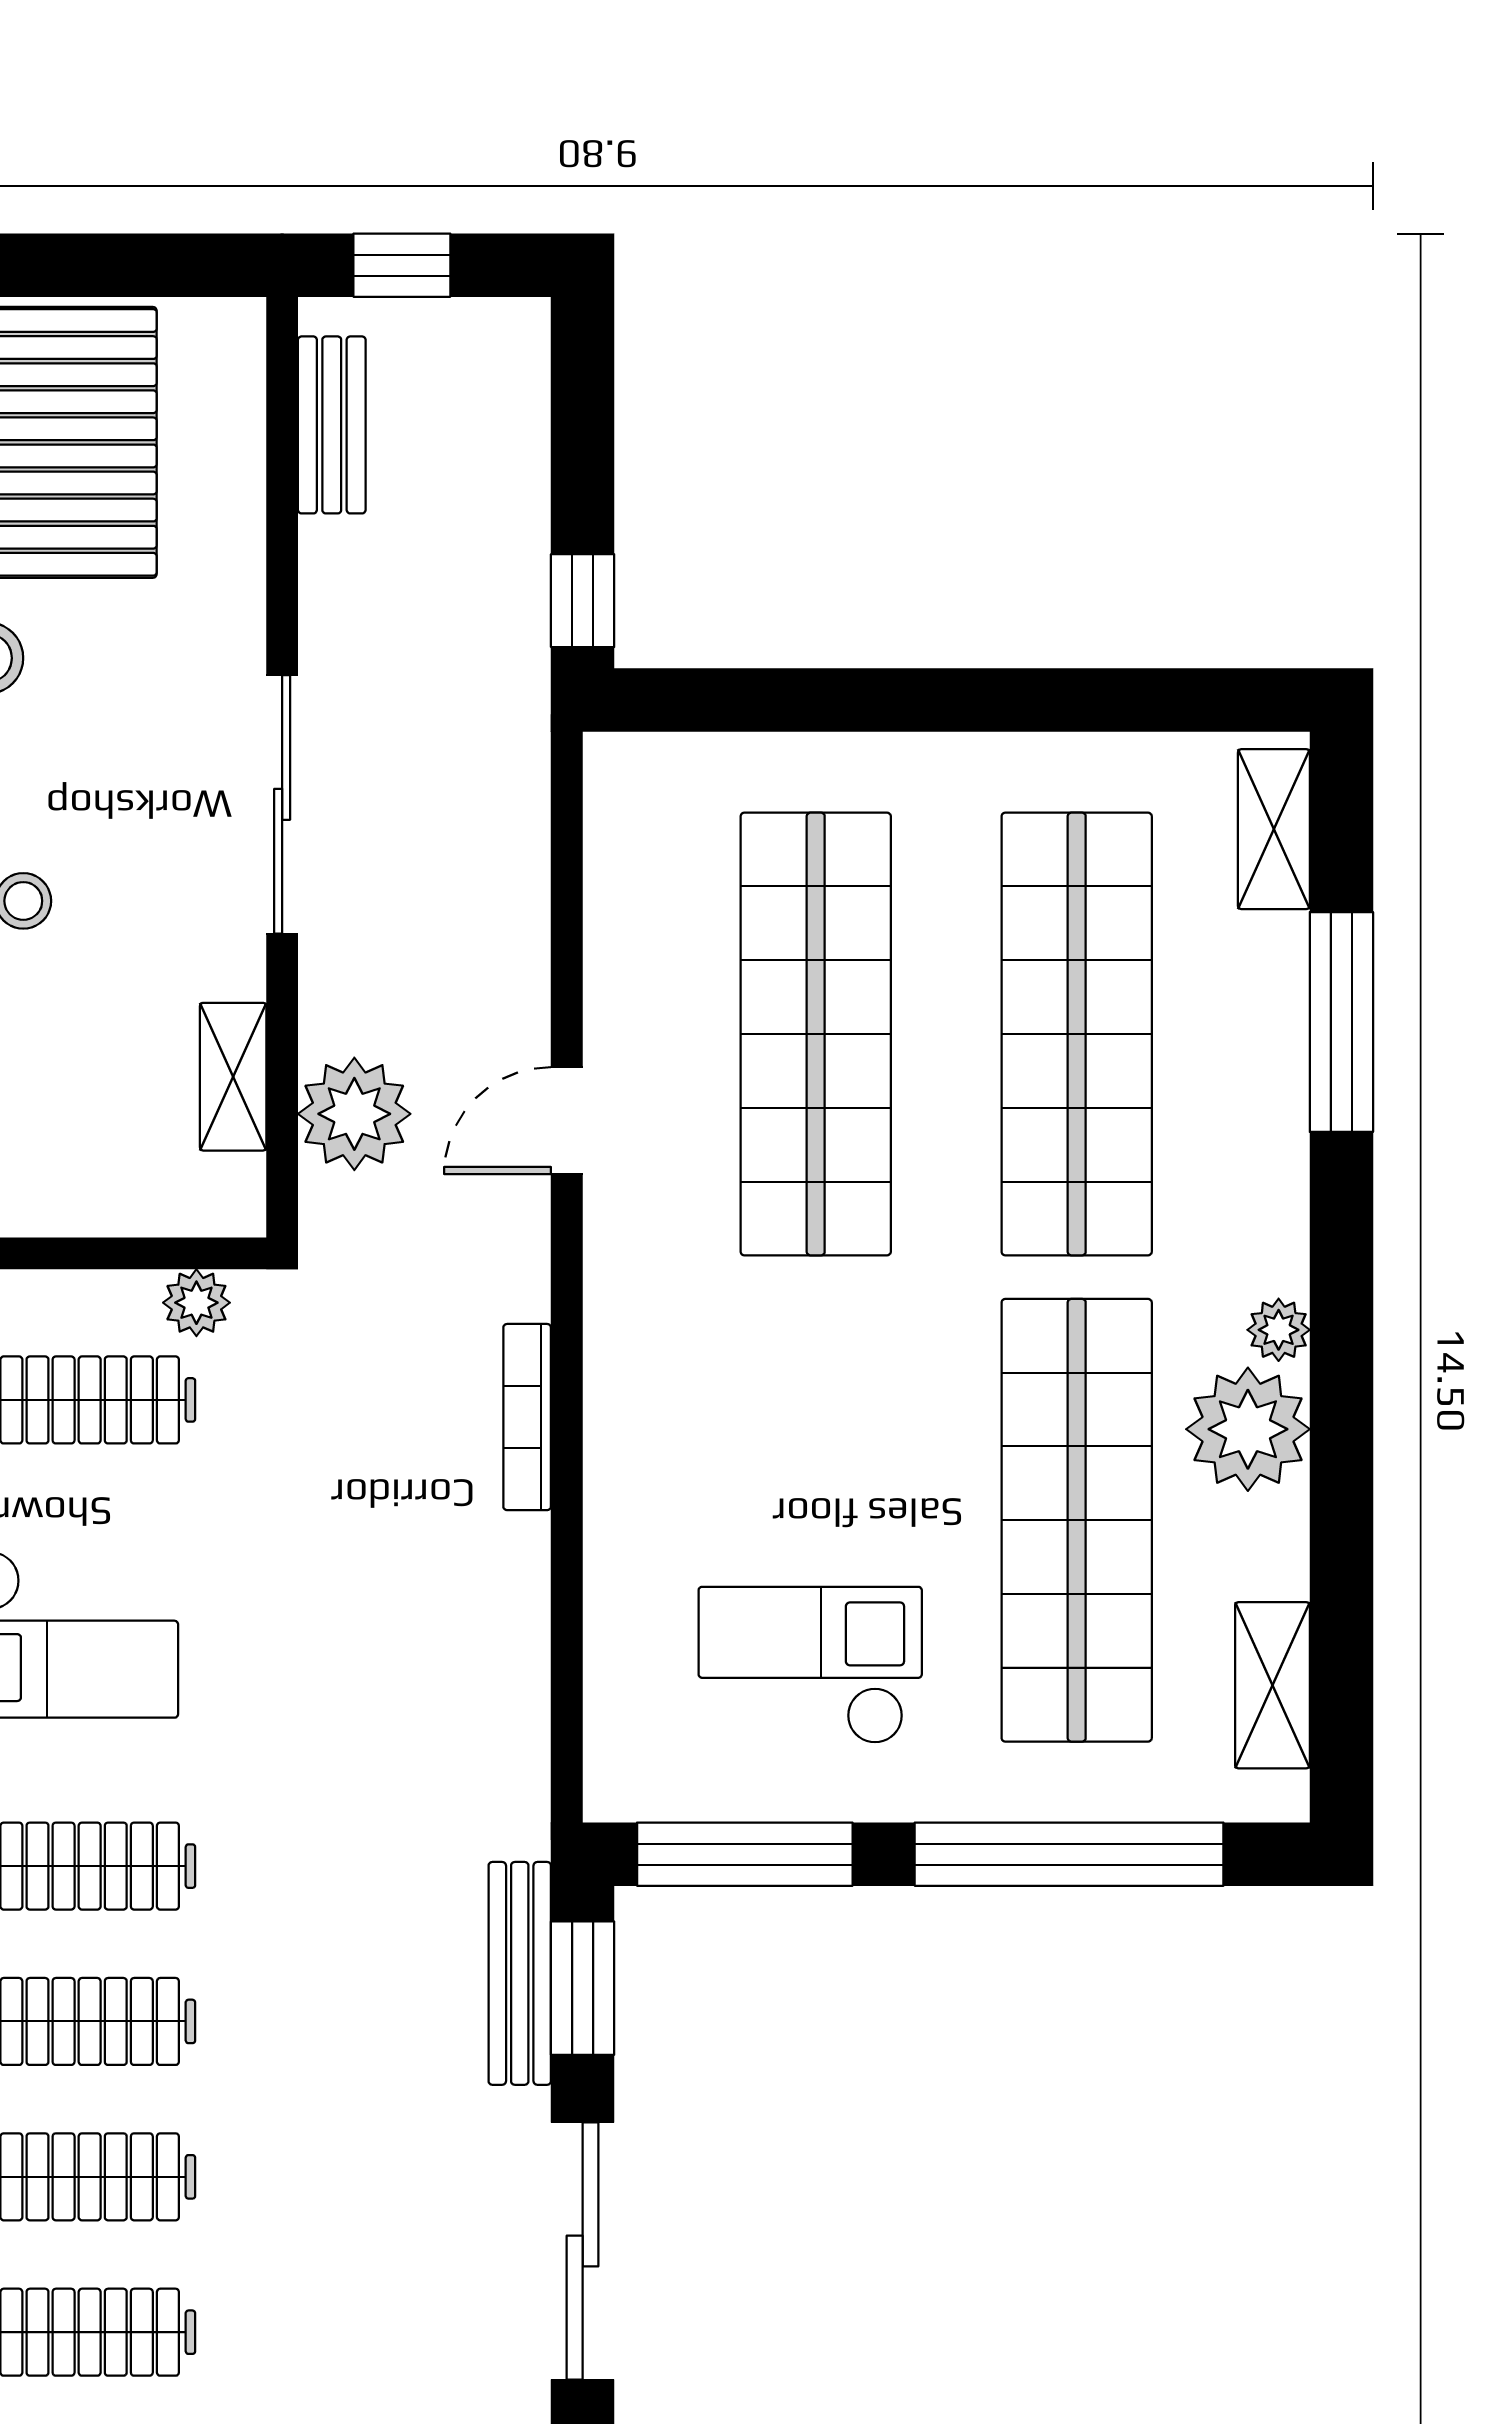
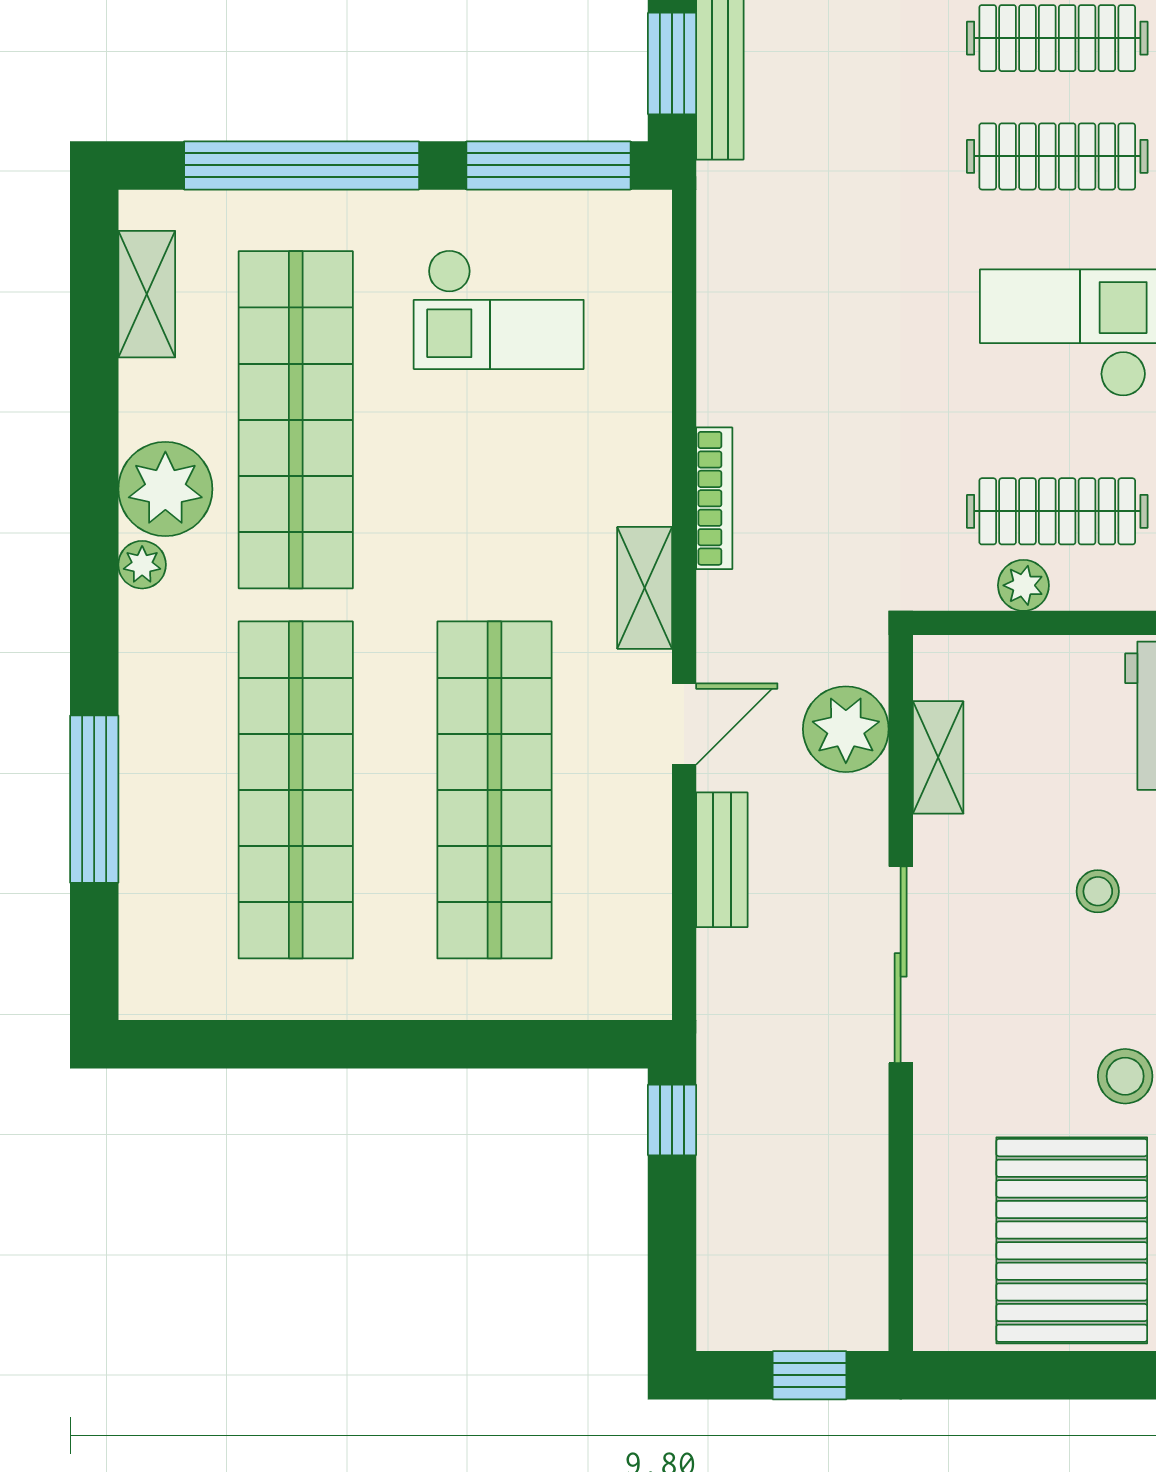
bench: (332, 425) -> (722, 860), moved
shelving: (1274, 829) -> (645, 588), moved
plant: (196, 1303) -> (1023, 585), moved

